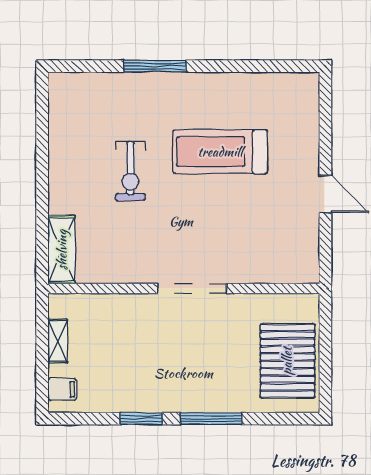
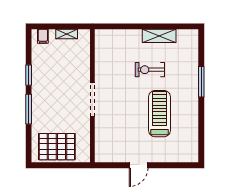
shelving: (62, 250) -> (159, 36), moved

